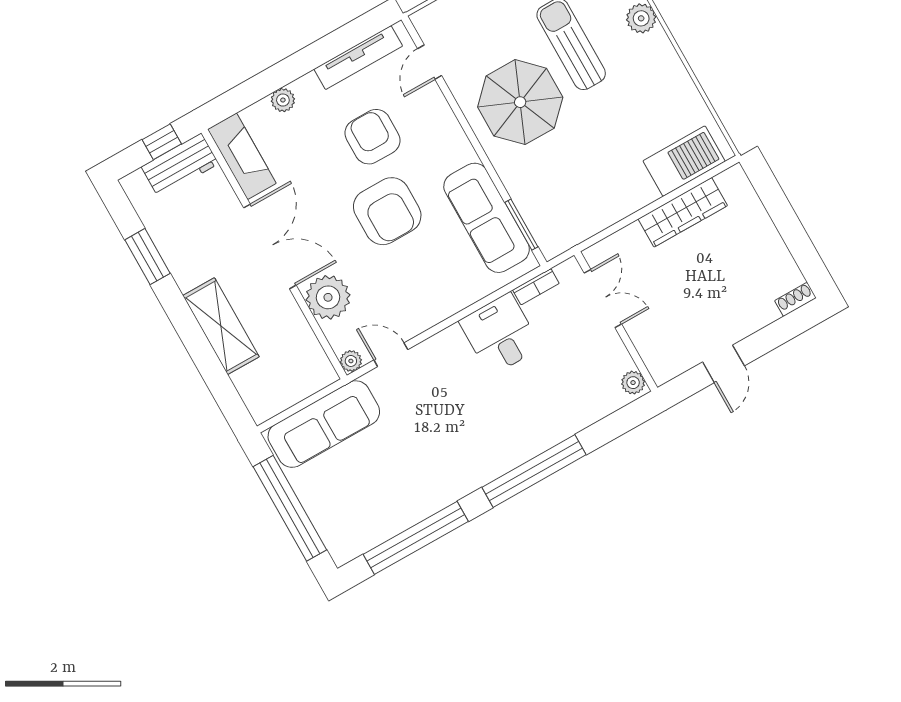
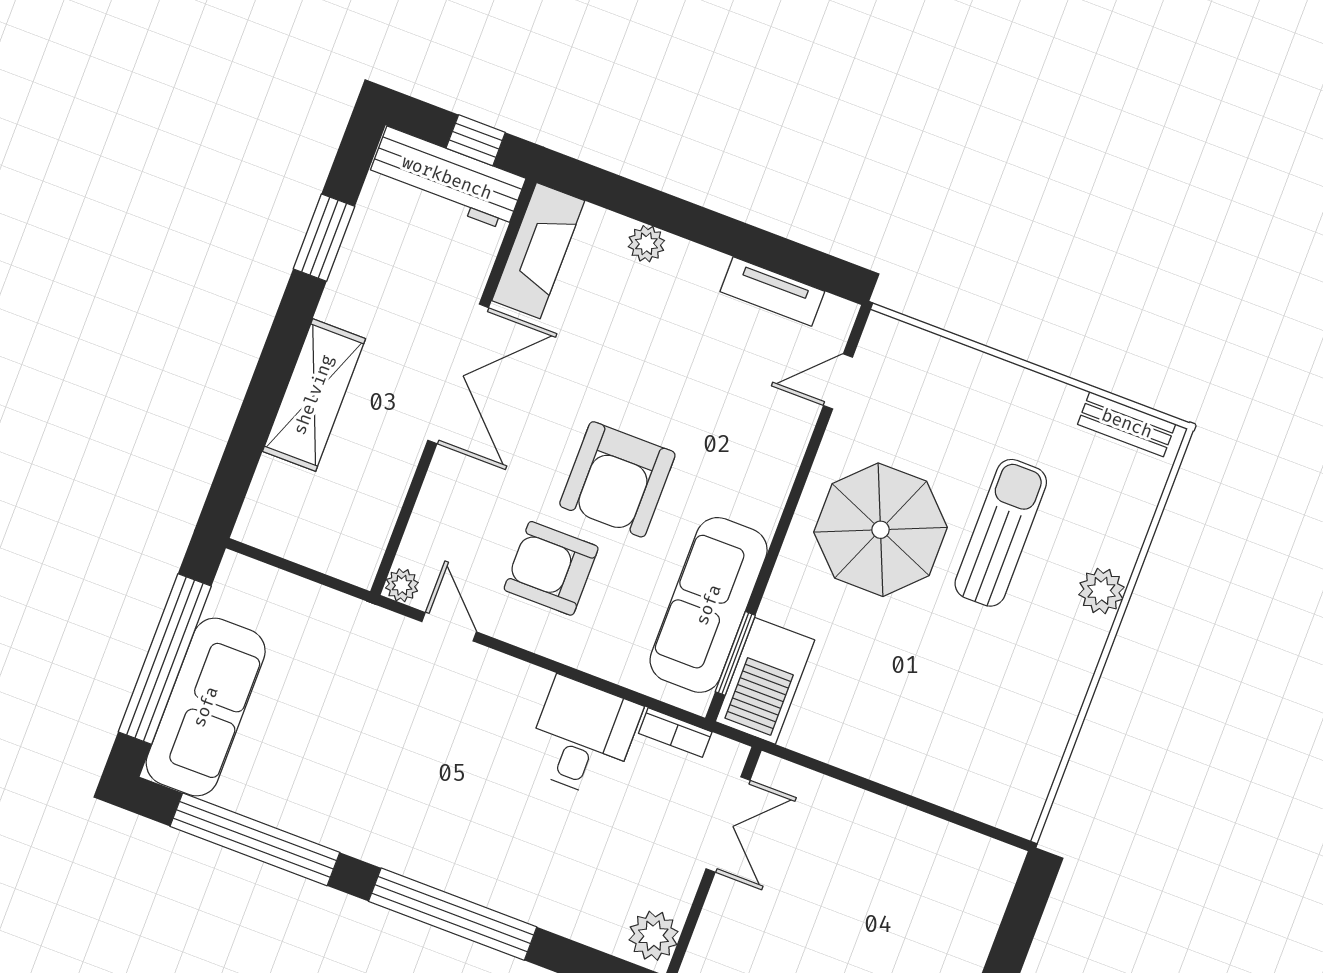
tv unit: (358, 58) -> (772, 291), width x0.71
armchair: (372, 137) -> (551, 568), moved, turned -90
barbecue: (684, 161) -> (765, 681), moved, turned 90
workbench: (180, 165) -> (447, 178), width x1.38
wardrobe: (683, 212) -> (911, 834), removed
plant: (328, 297) -> (455, 494), removed
plant: (633, 383) -> (653, 936), width x1.38, depth x1.38
sofa: (324, 424) -> (206, 707), moved, turned -90

